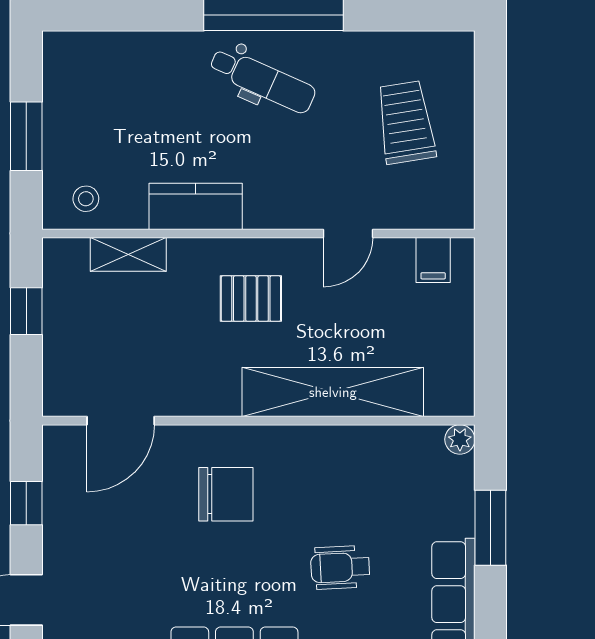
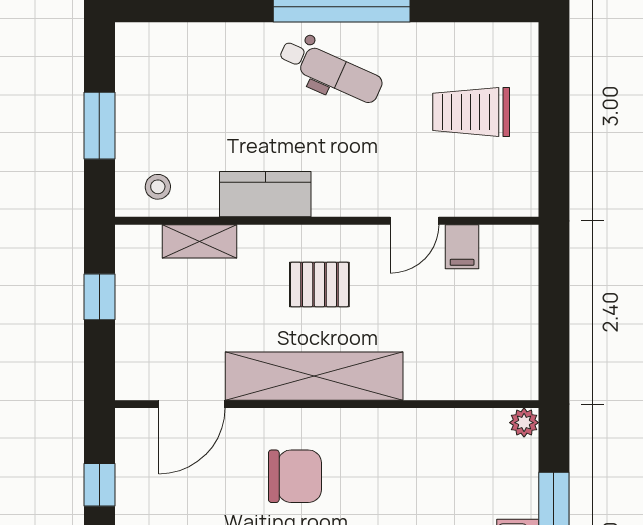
trolley: (406, 122) -> (471, 112), turned -81
filing cabinet: (433, 260) -> (462, 247), moved
shelving: (333, 392) -> (314, 376), moved

